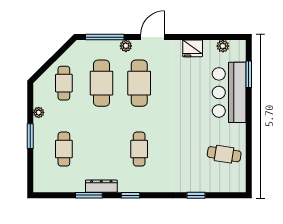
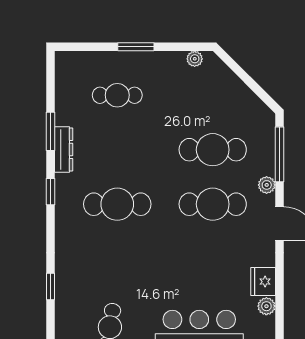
plant: (223, 46) -> (266, 306), moved
cafe table: (64, 83) -> (213, 95), removed
plant: (39, 112) -> (195, 59), moved
cafe table: (139, 149) -> (117, 204), width x1.37, depth x1.35

